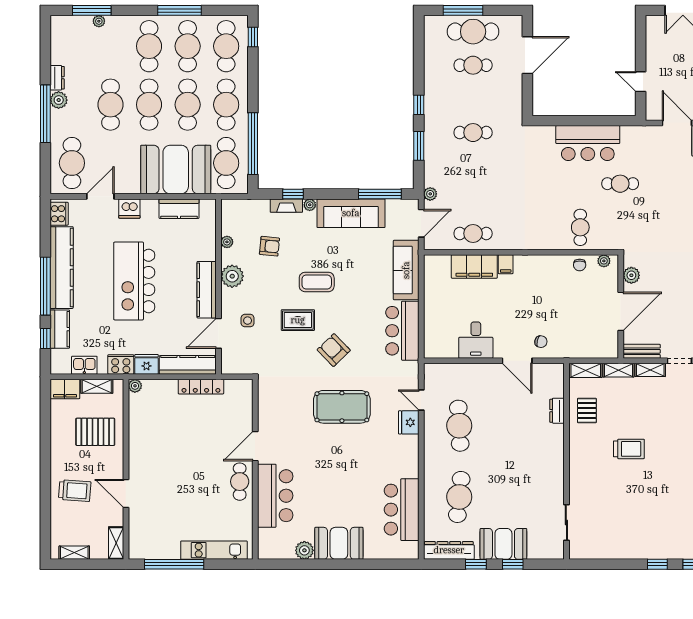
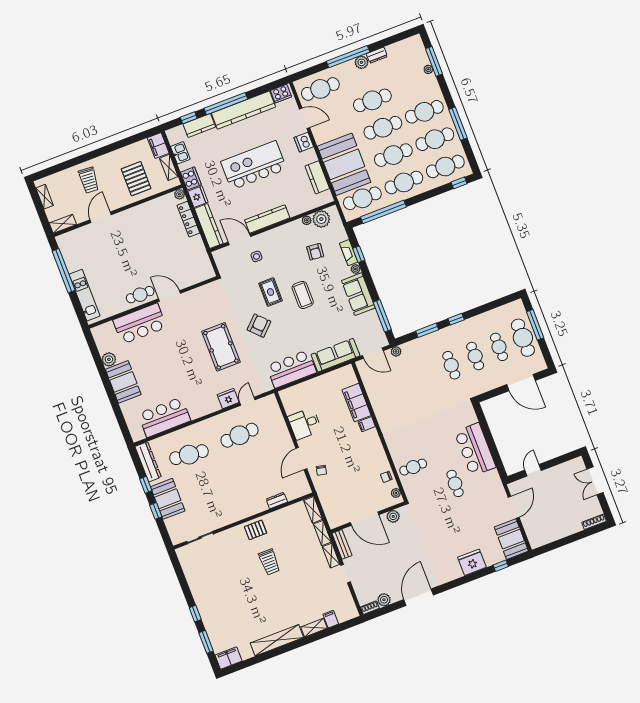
sofa: (351, 213) -> (358, 294), width x0.73
cafe table: (473, 233) -> (475, 356), moved
plant: (232, 276) -> (321, 219), moved
locker: (201, 387) -> (188, 219), moved
pallet: (587, 410) -> (256, 530), moved

